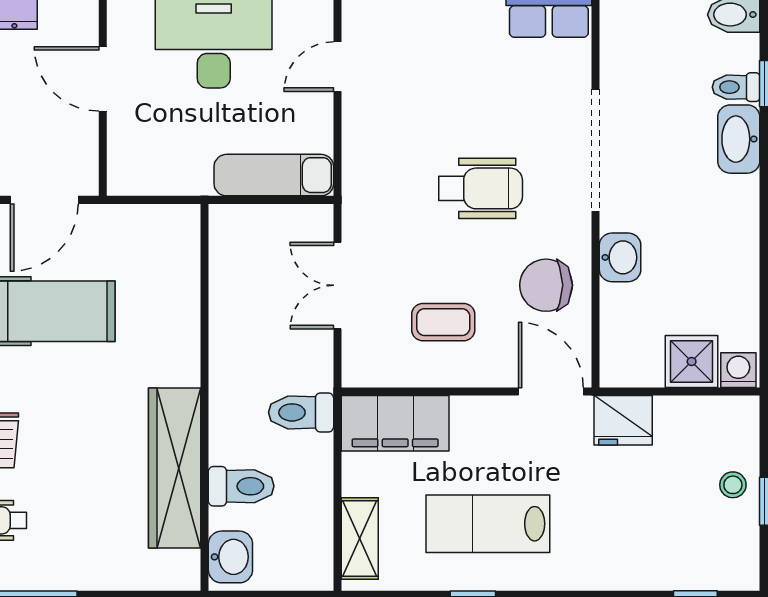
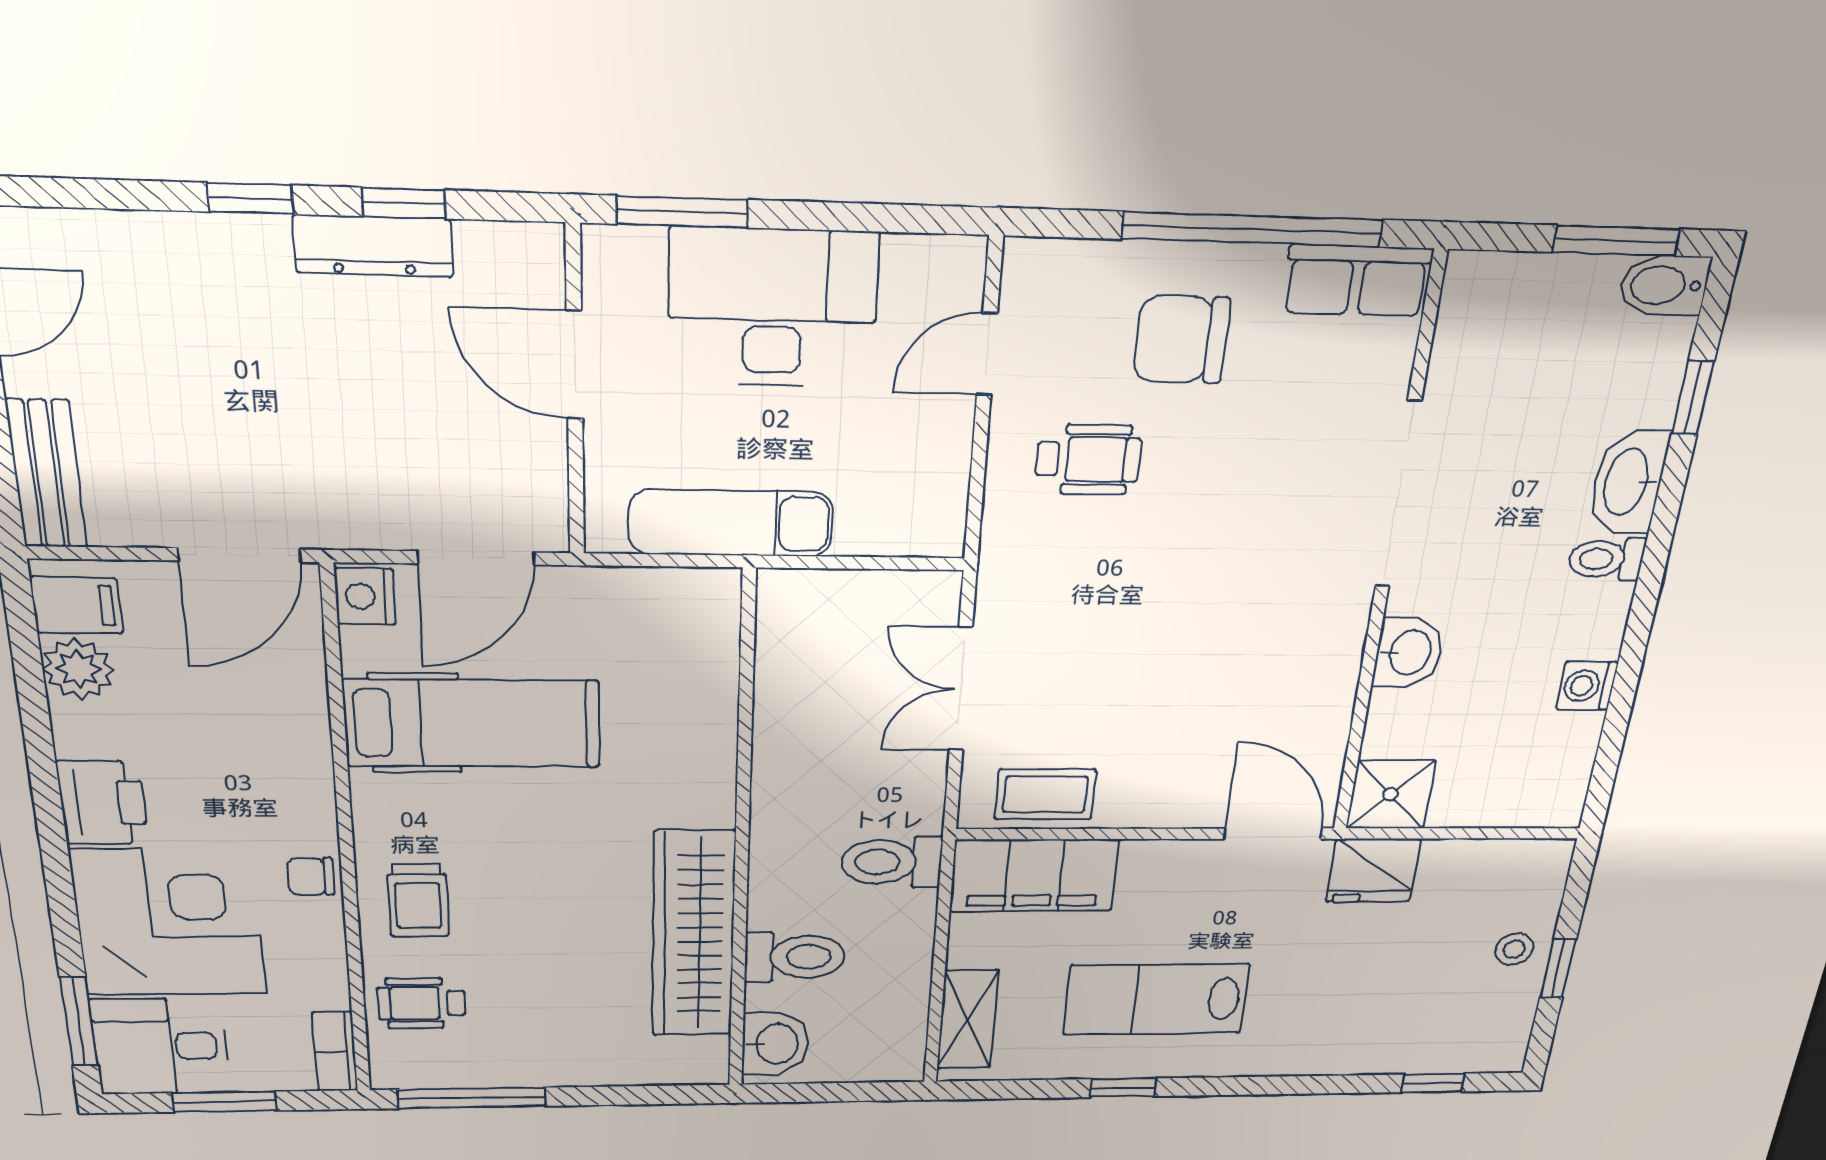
toilet: (736, 87) -> (1606, 559), moved
exam couch: (274, 175) -> (731, 523), moved
wheelchair: (481, 188) -> (1088, 459), moved, width x0.73, depth x0.73
chair: (546, 285) -> (1181, 340), moved
coffee table: (443, 322) -> (1045, 794), moved
shower: (692, 361) -> (1391, 794), moved
washing machine: (738, 370) -> (1587, 686), moved, turned -90

